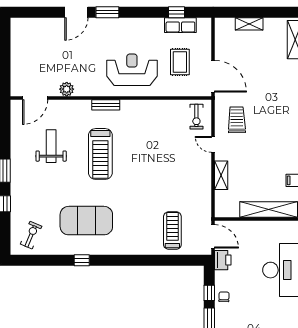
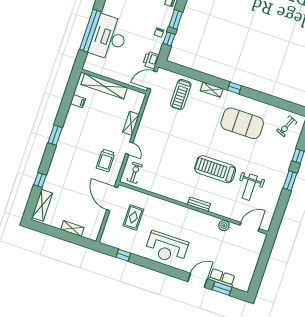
window: (107, 12) -> (222, 288), moved
row of seats: (180, 25) -> (222, 278), moved
reception desk: (132, 70) -> (167, 248), moved
treadmill: (100, 154) -> (215, 169), turned -90
door: (213, 236) -> (152, 80), hinge flipped
shelving: (137, 249) -> (212, 90), added
window: (82, 260) -> (234, 88), moved

